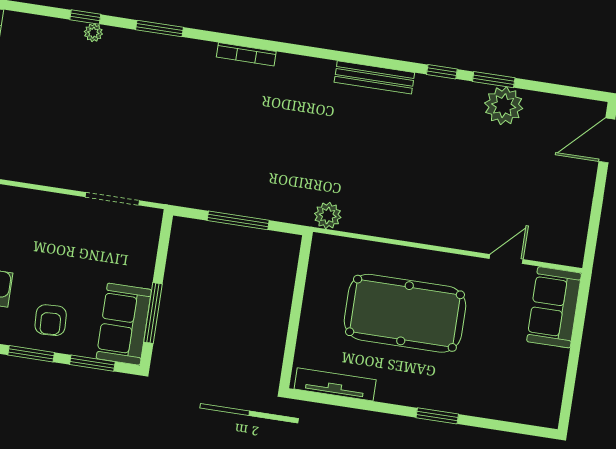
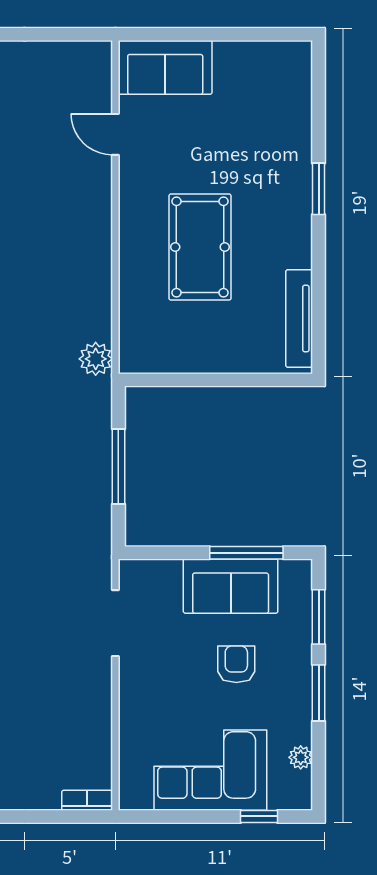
pool table: (405, 313) -> (200, 247), width x0.73, depth x0.76
armchair: (51, 320) -> (236, 664), moved, turned -87
sofa: (124, 324) -> (231, 586), moved

